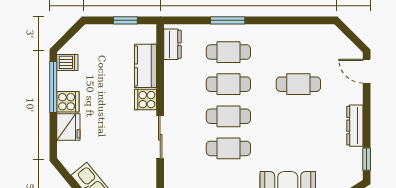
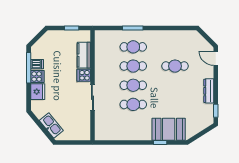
dresser: (172, 44) -> (100, 42), removed
dishwasher: (67, 62) -> (37, 64), moved

